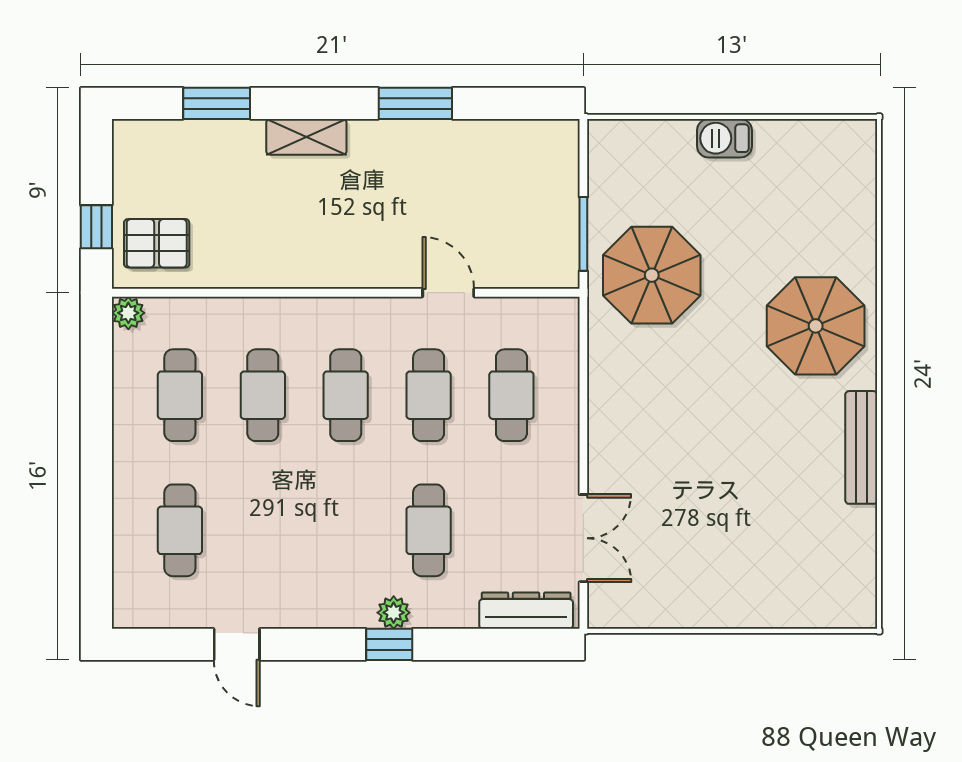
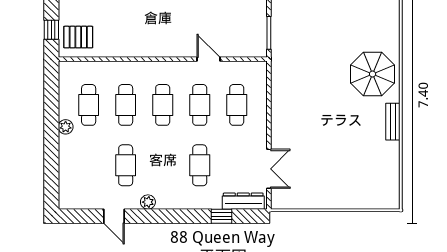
parasol: (652, 275) -> (299, 51), removed
plant: (128, 313) -> (66, 127), moved
bench: (861, 447) -> (393, 122), width x0.73
cafe table: (180, 530) -> (126, 165), moved
plant: (394, 613) -> (148, 202), moved
window: (389, 644) -> (222, 216), moved

